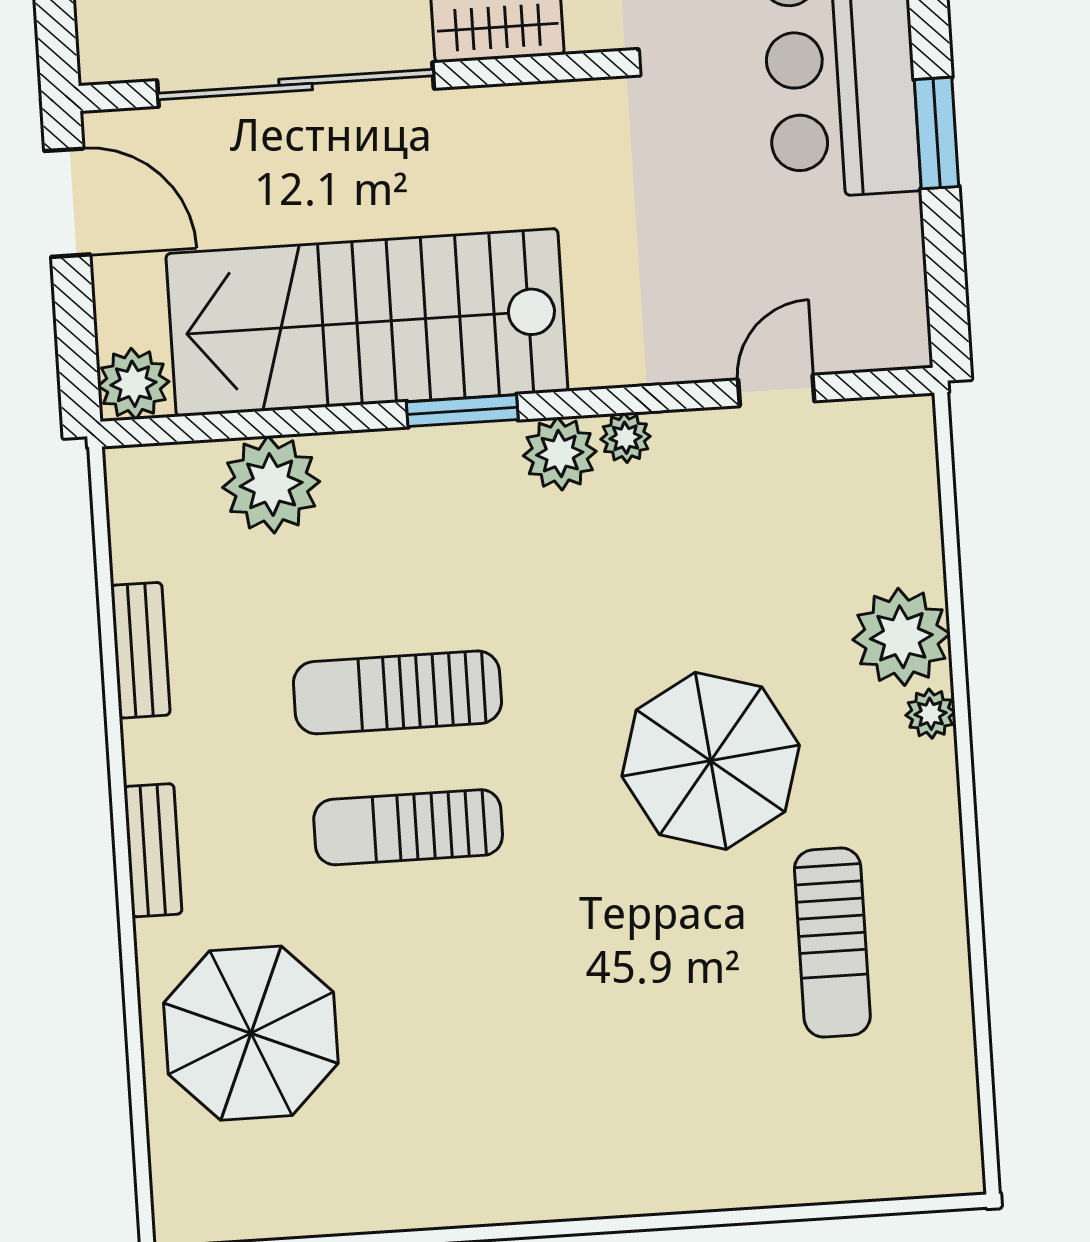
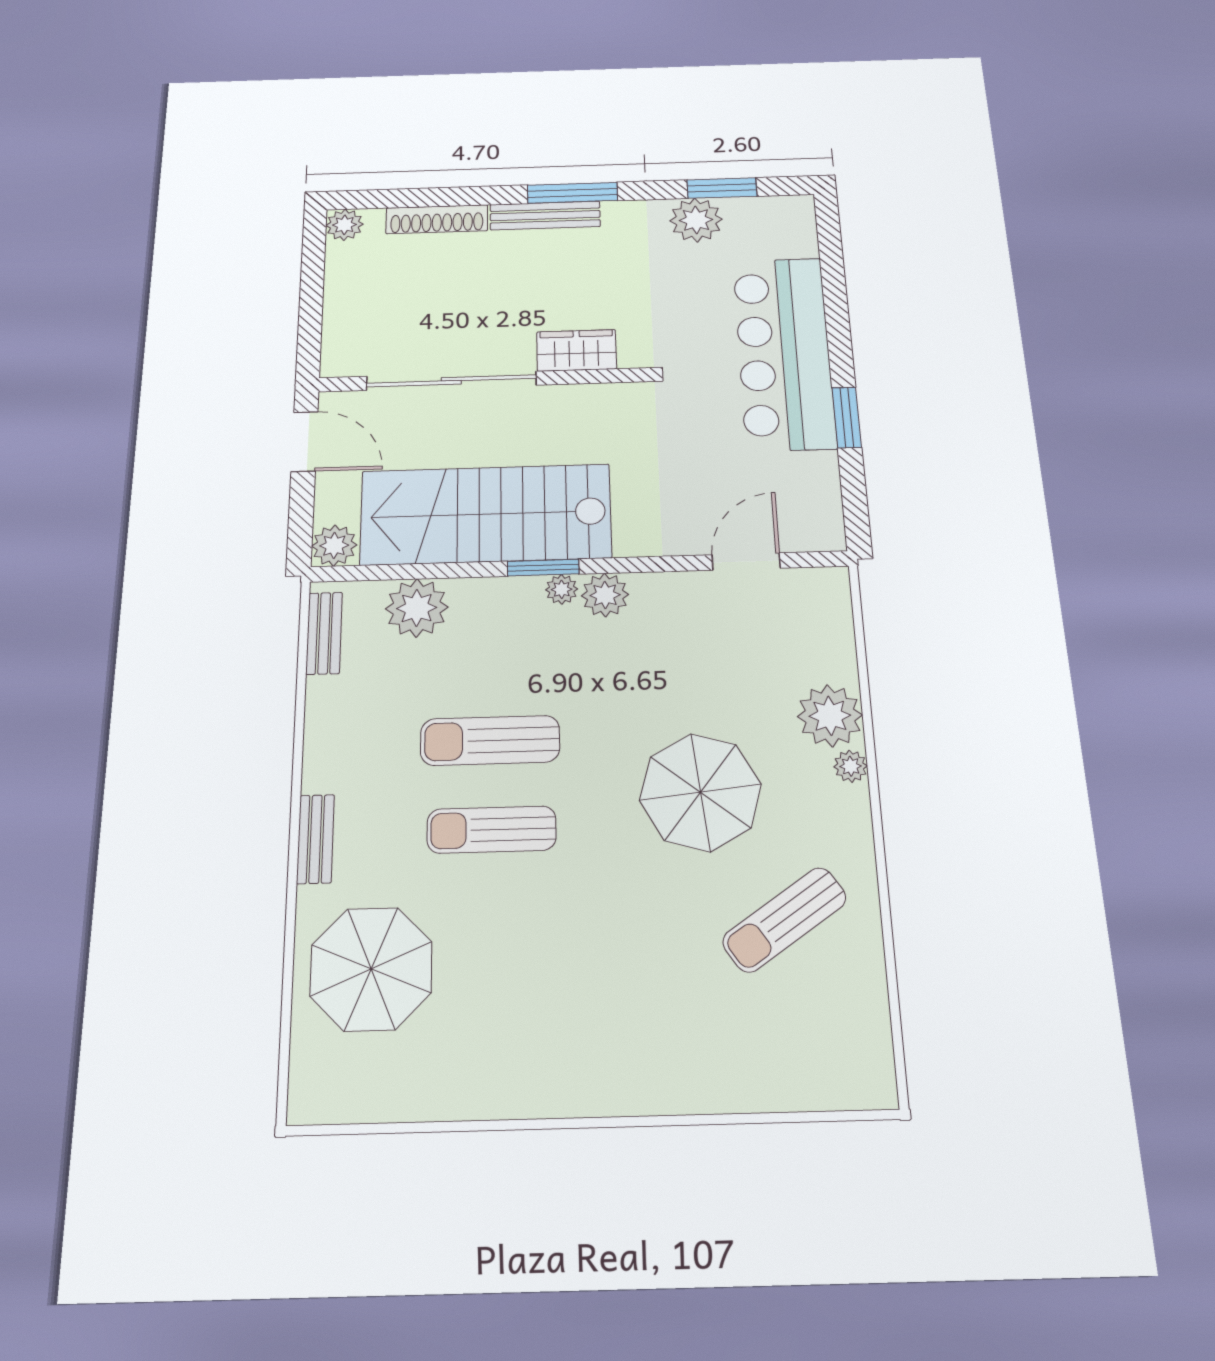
door: (776, 390) -> (746, 562), width x1.38
plant: (625, 438) -> (562, 589), moved
bench: (140, 650) -> (324, 633), moved
sun lounger: (832, 942) -> (785, 920), turned 56

